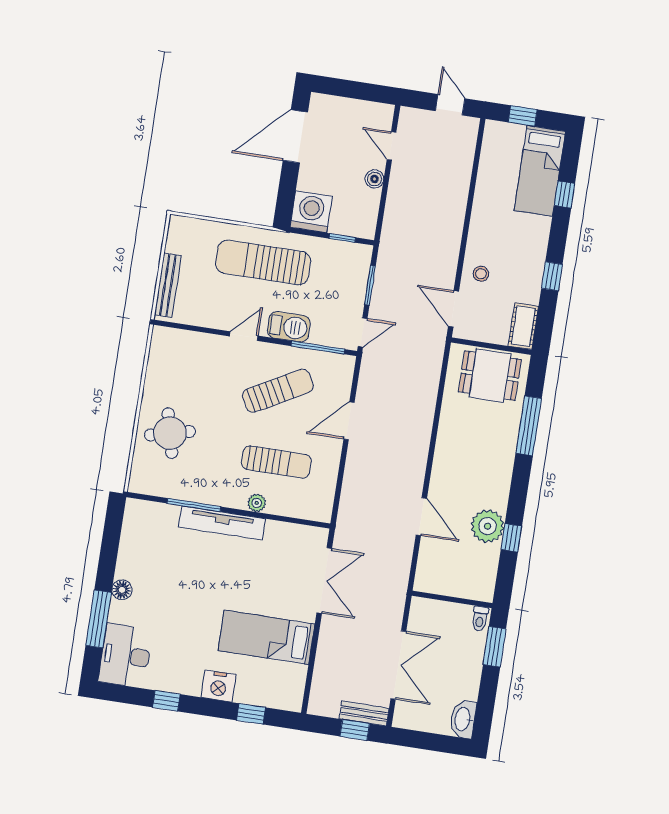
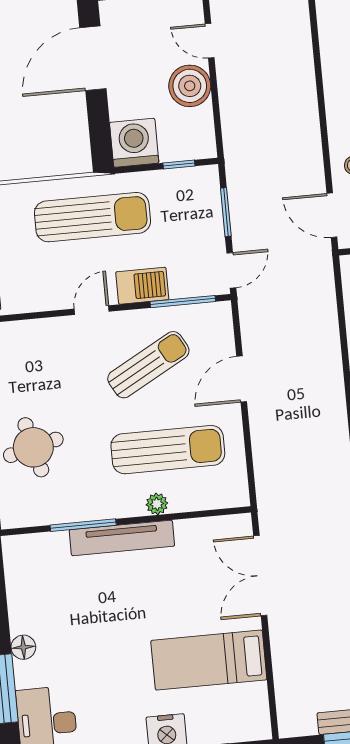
boiler: (374, 179) -> (190, 86), width x1.86, depth x1.86
sun lounger: (263, 262) -> (92, 217), turned 180
sun lounger: (276, 462) -> (168, 450), width x1.36, depth x1.34
double door: (324, 581) -> (260, 576), swing flipped

